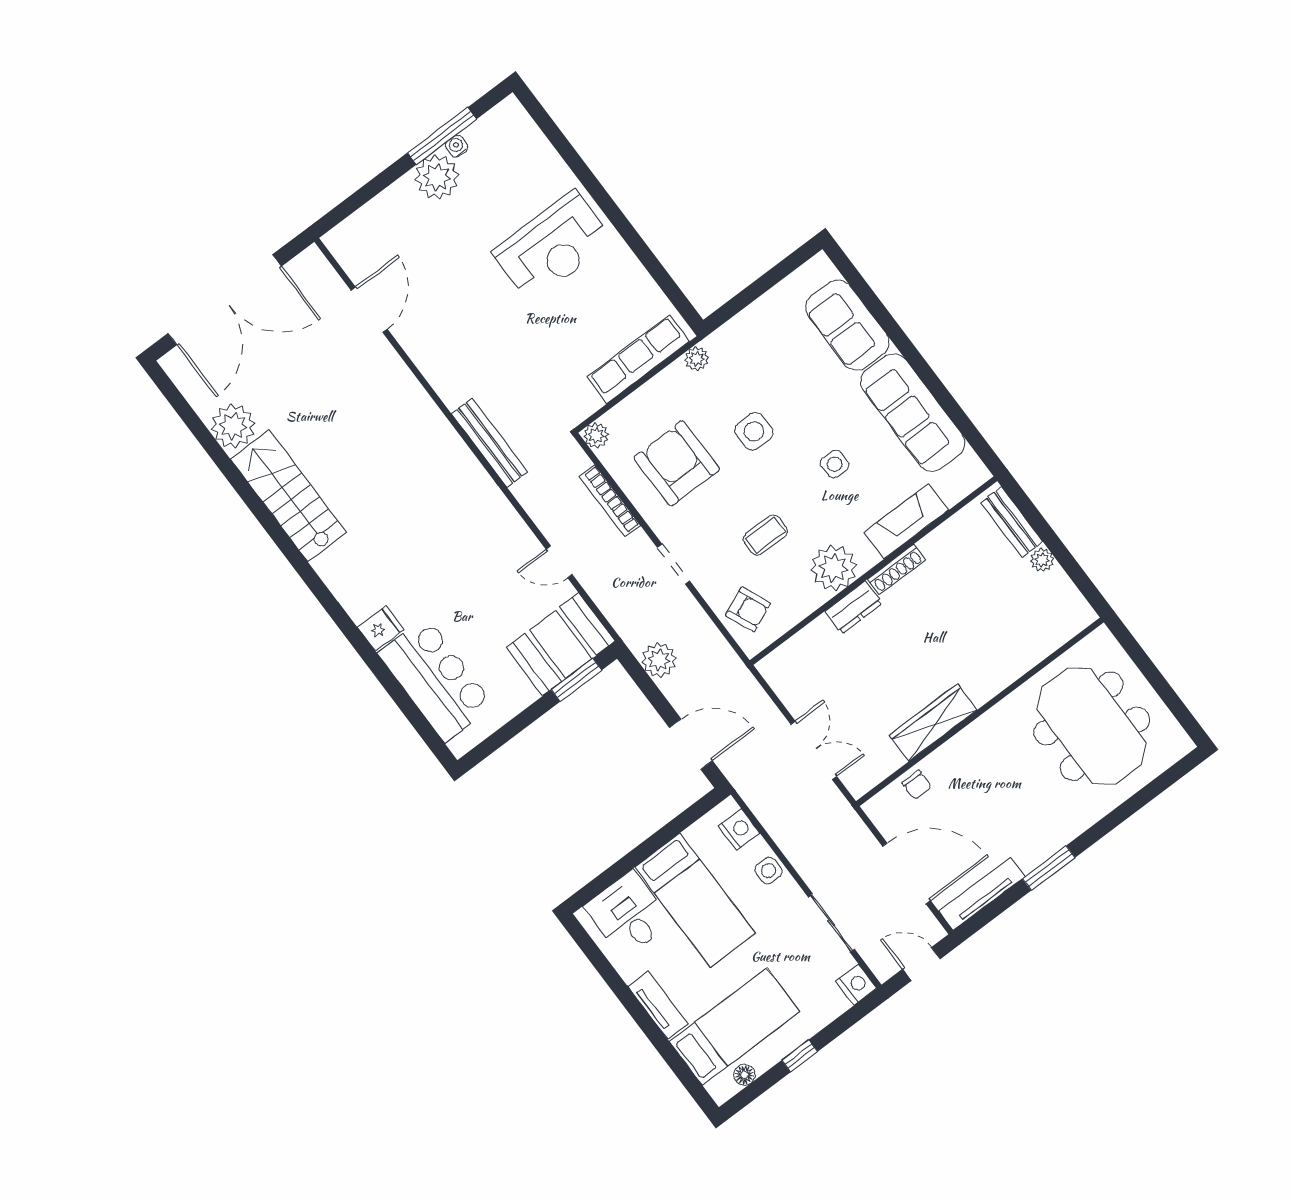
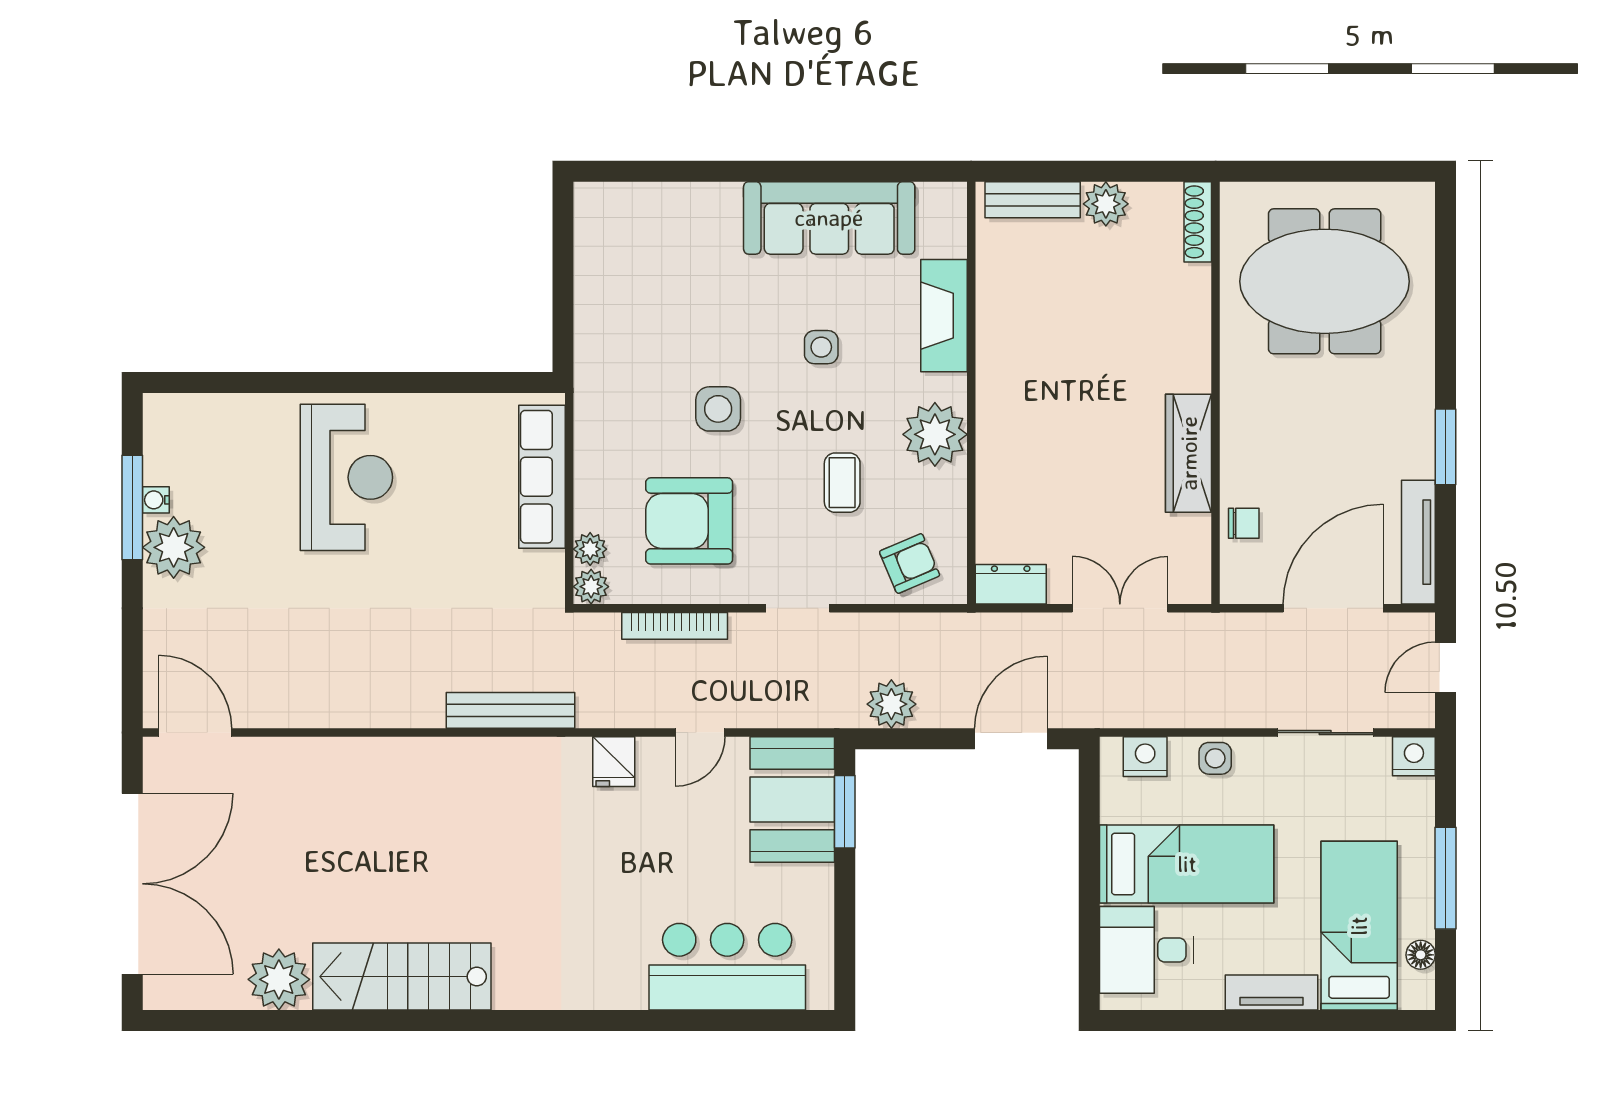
door: (369, 310) -> (195, 733), moved
sofa: (847, 325) -> (678, 217), removed
plant: (697, 359) -> (590, 549), moved
plant: (1042, 560) -> (1106, 204), width x1.38, depth x1.38
shoe rack: (896, 569) -> (1198, 222), moved, turned 180
dresser: (854, 607) -> (1011, 584), moved, turned -90
fridge: (381, 628) -> (614, 762), moved, turned 180
window: (800, 1056) -> (1446, 878), width x2.17

